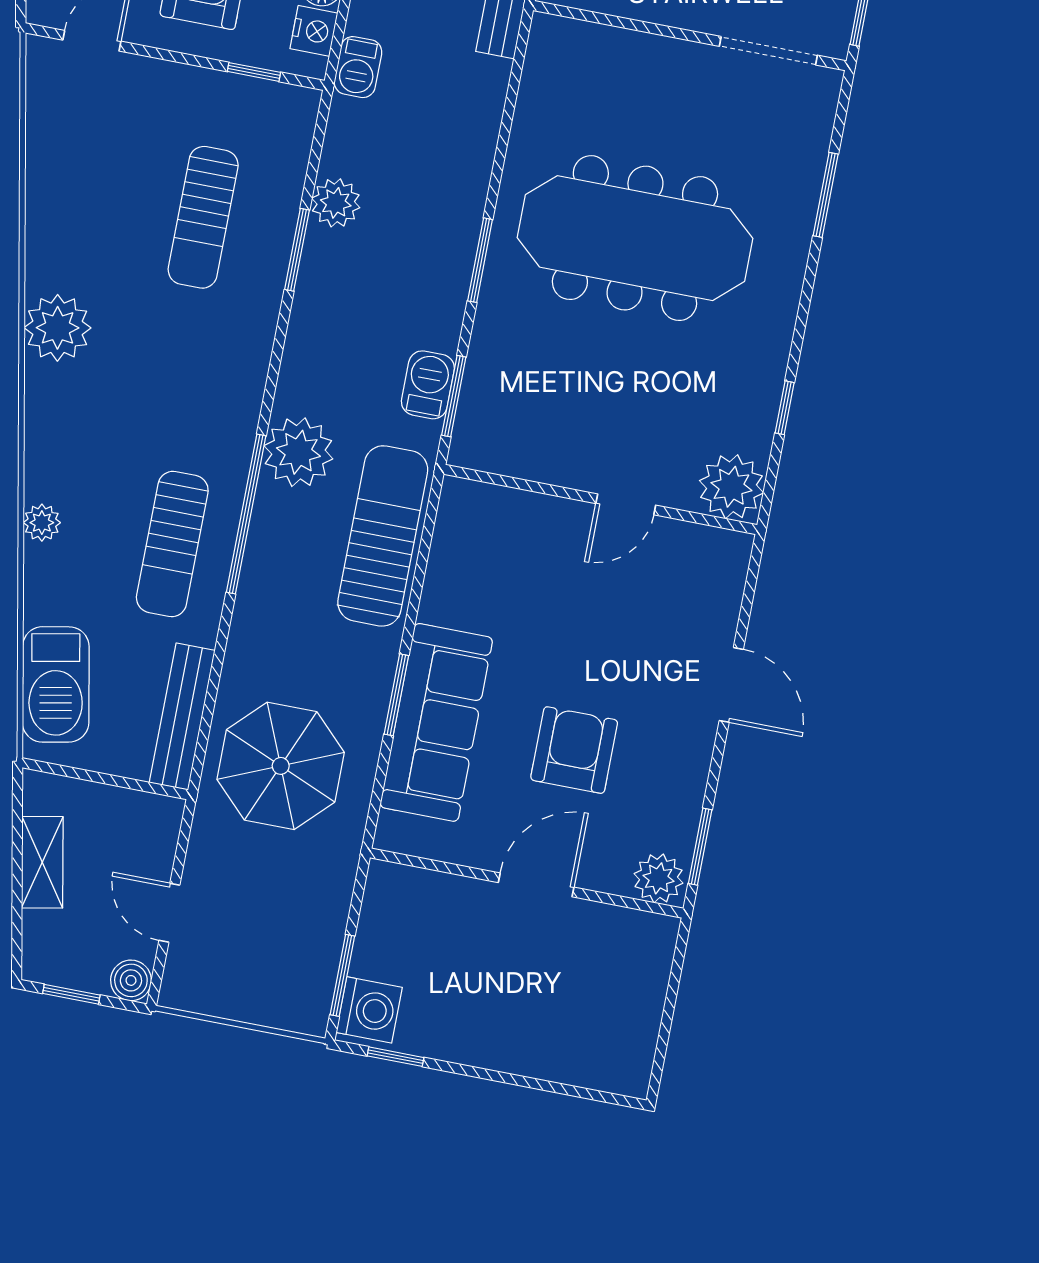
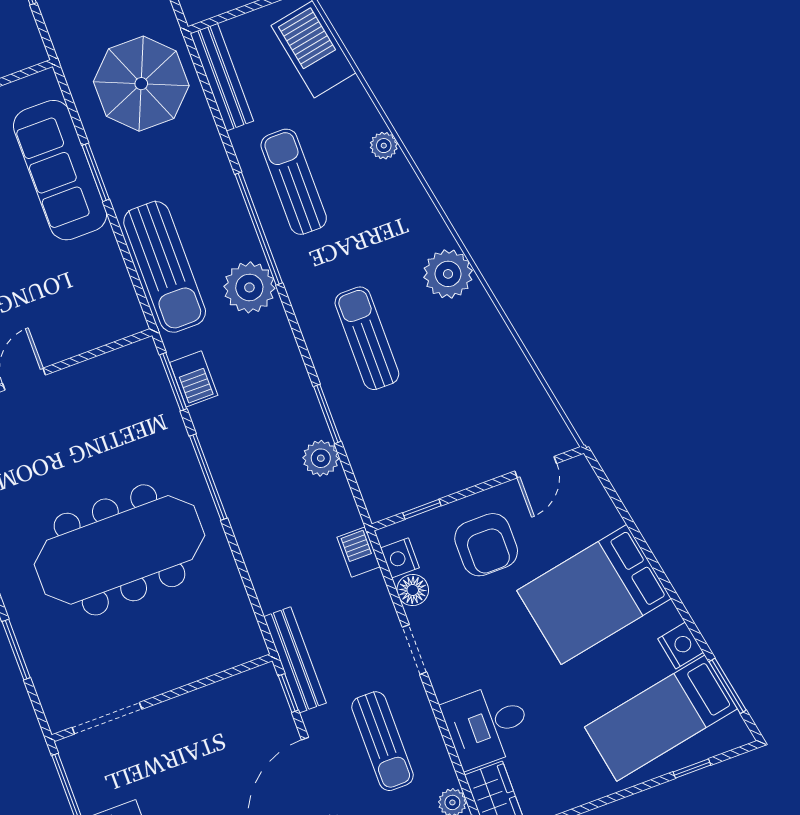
sun lounger: (203, 217) -> (367, 338), moved
window: (480, 260) -> (208, 477), width x1.44

